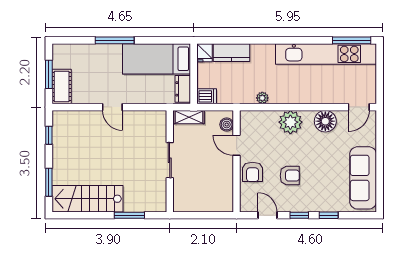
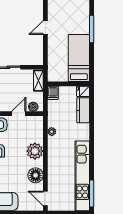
dresser: (183, 89) -> (58, 76), removed

